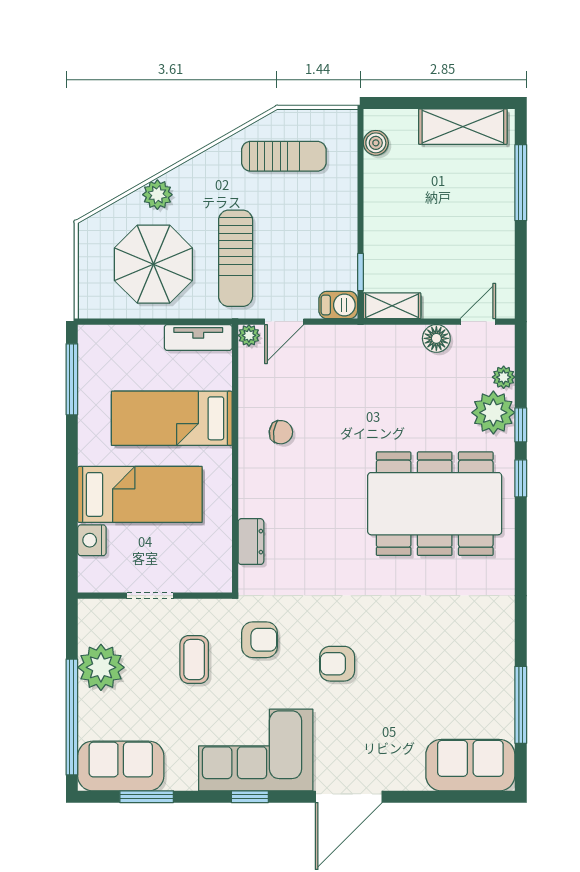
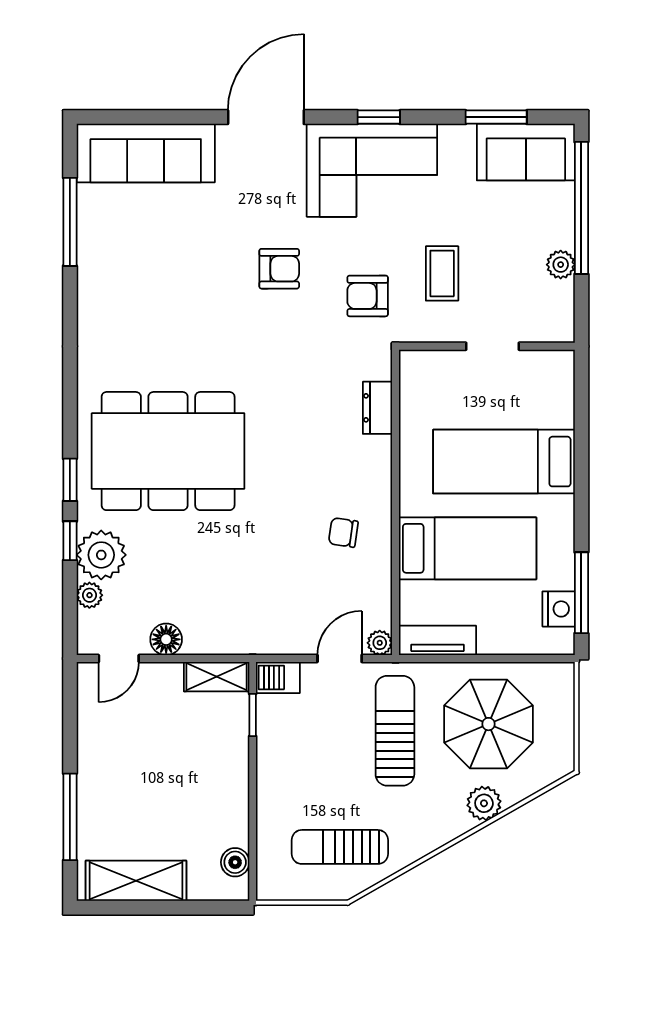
nightstand: (92, 540) -> (559, 609), moved
plant: (101, 667) -> (561, 265), width x0.53, depth x0.53
sofa: (470, 765) -> (146, 153), width x1.36

